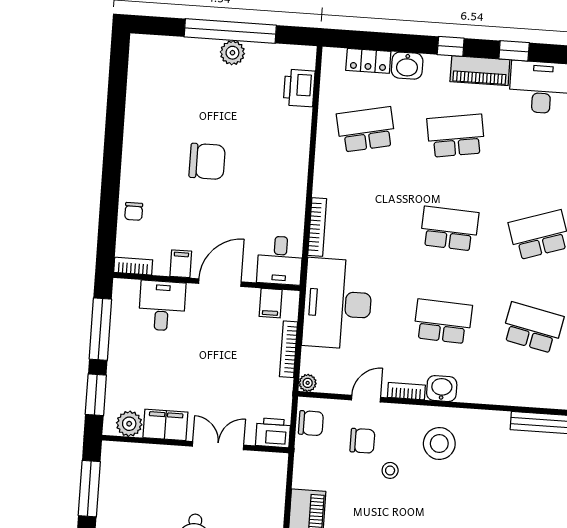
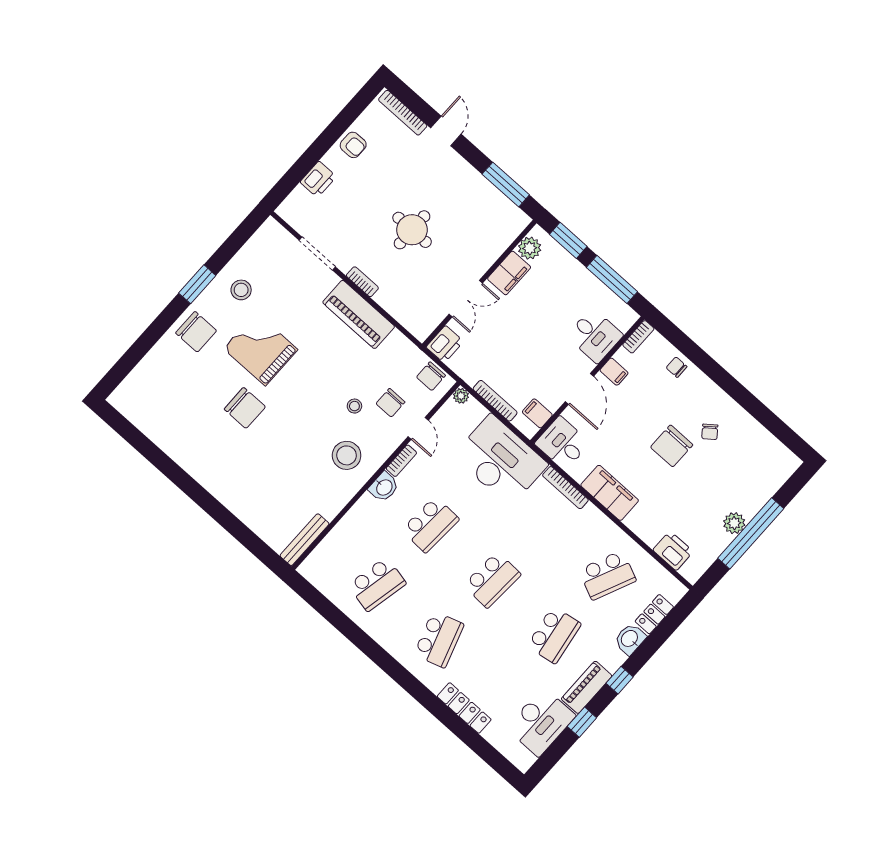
school desk: (366, 129) -> (607, 575), turned 36
chair: (168, 137) -> (710, 432), added
filing cabinet: (291, 184) -> (610, 493), added

